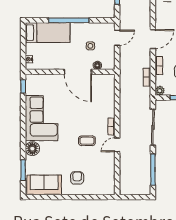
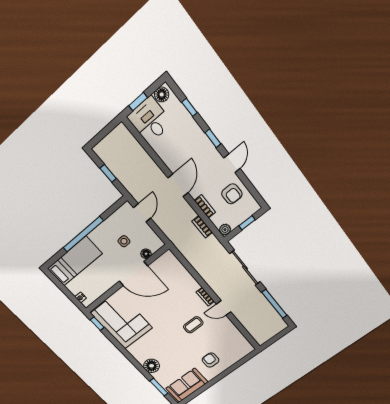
corner sofa: (42, 118) -> (122, 320), moved
door: (117, 145) -> (224, 308), hinge flipped

